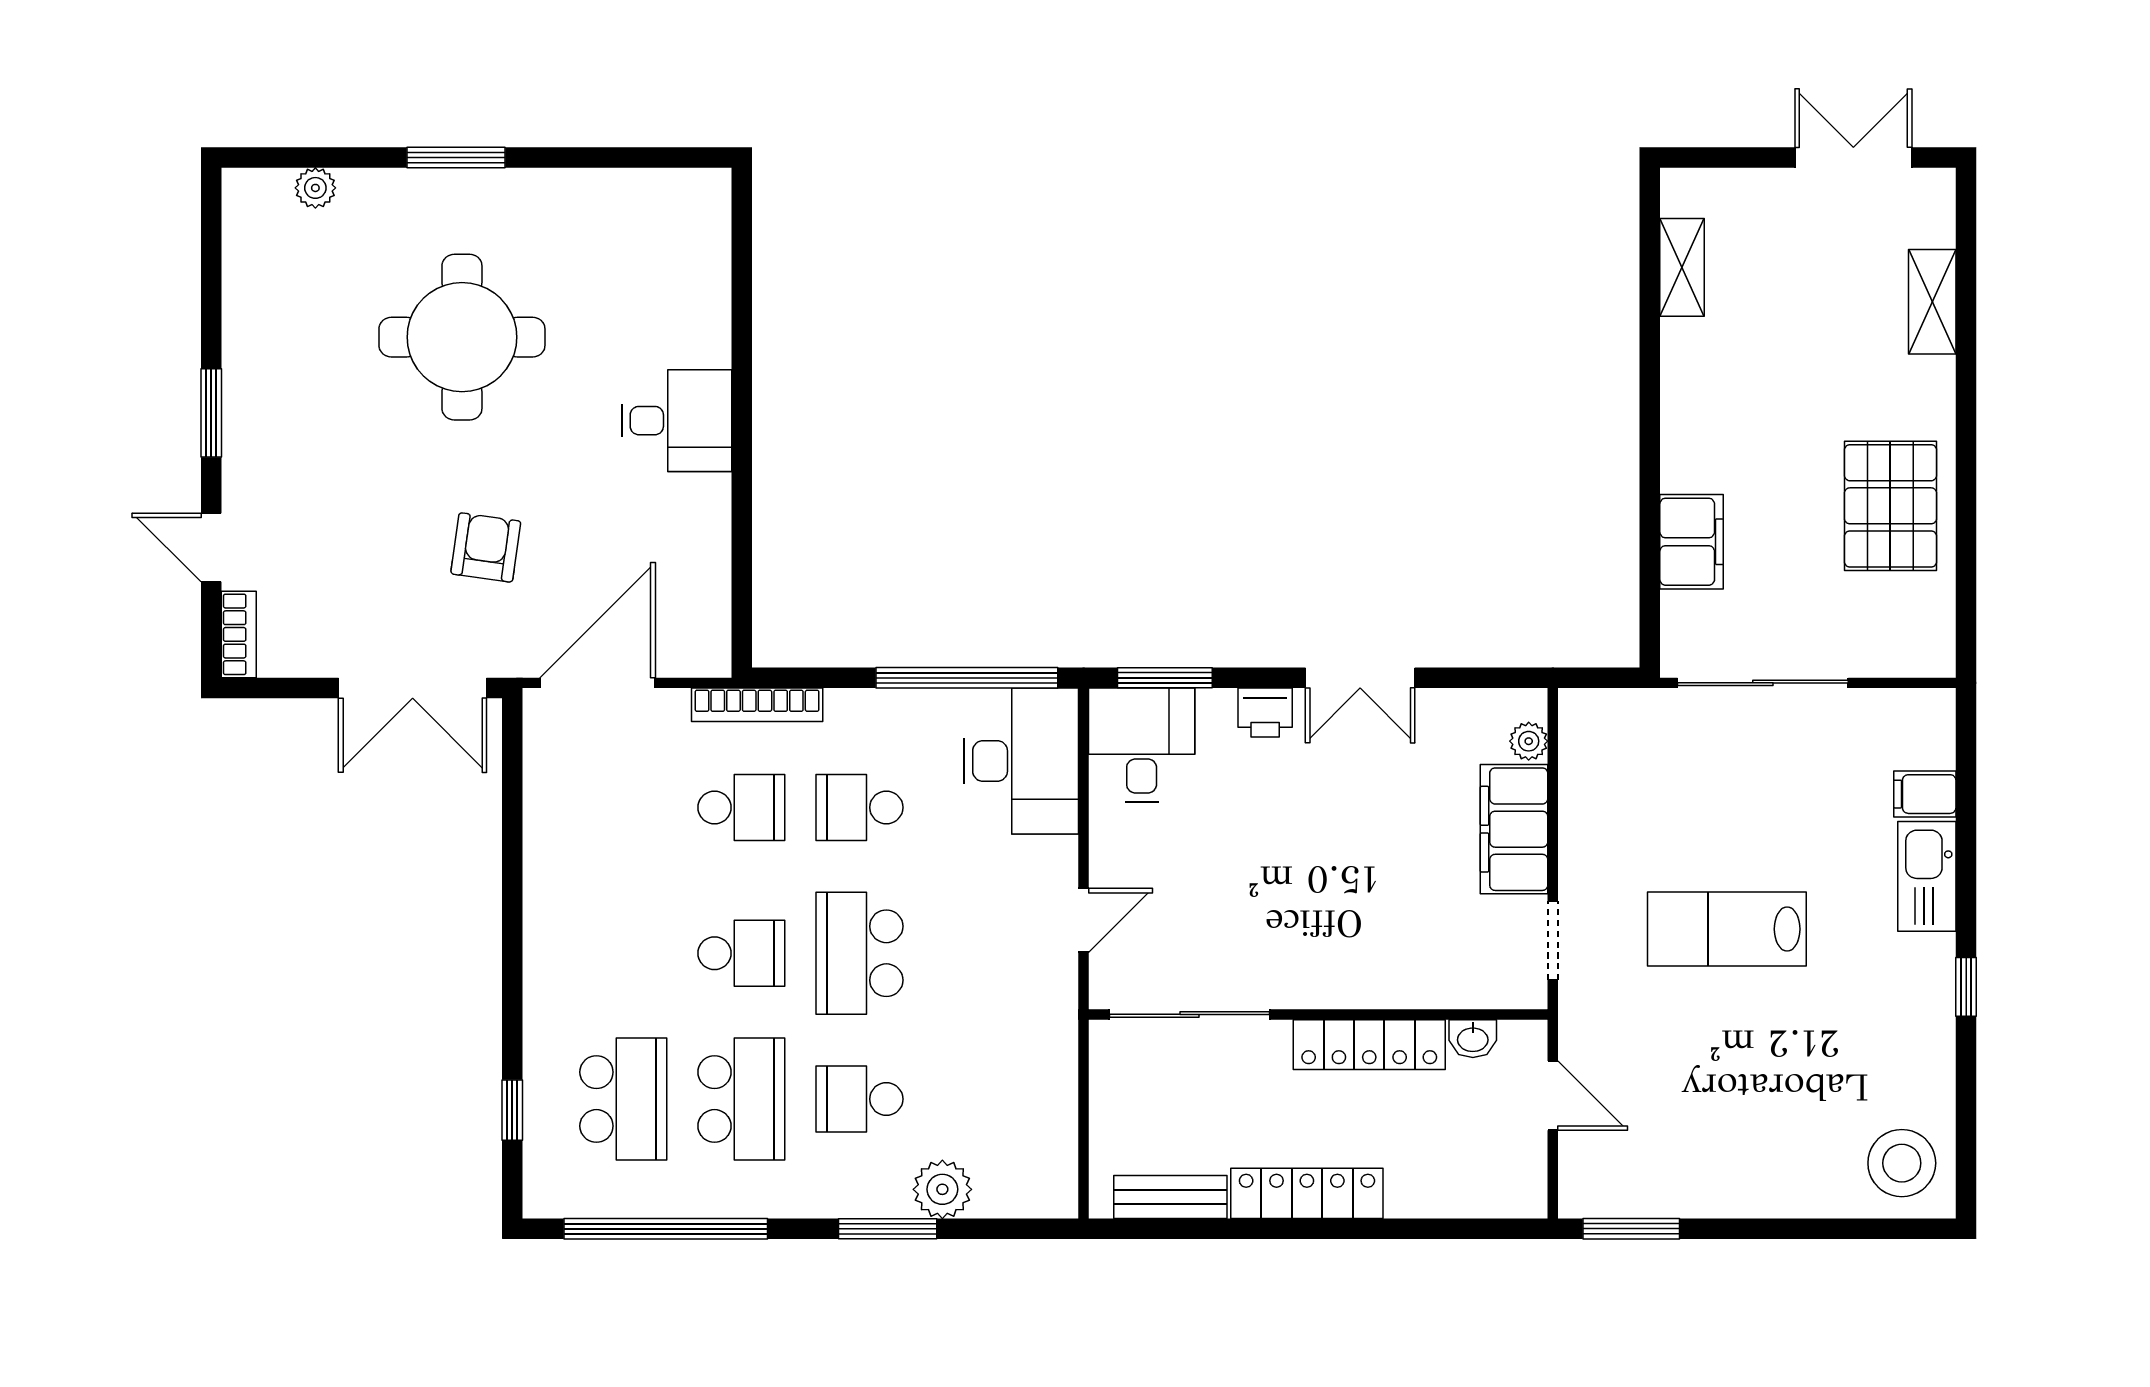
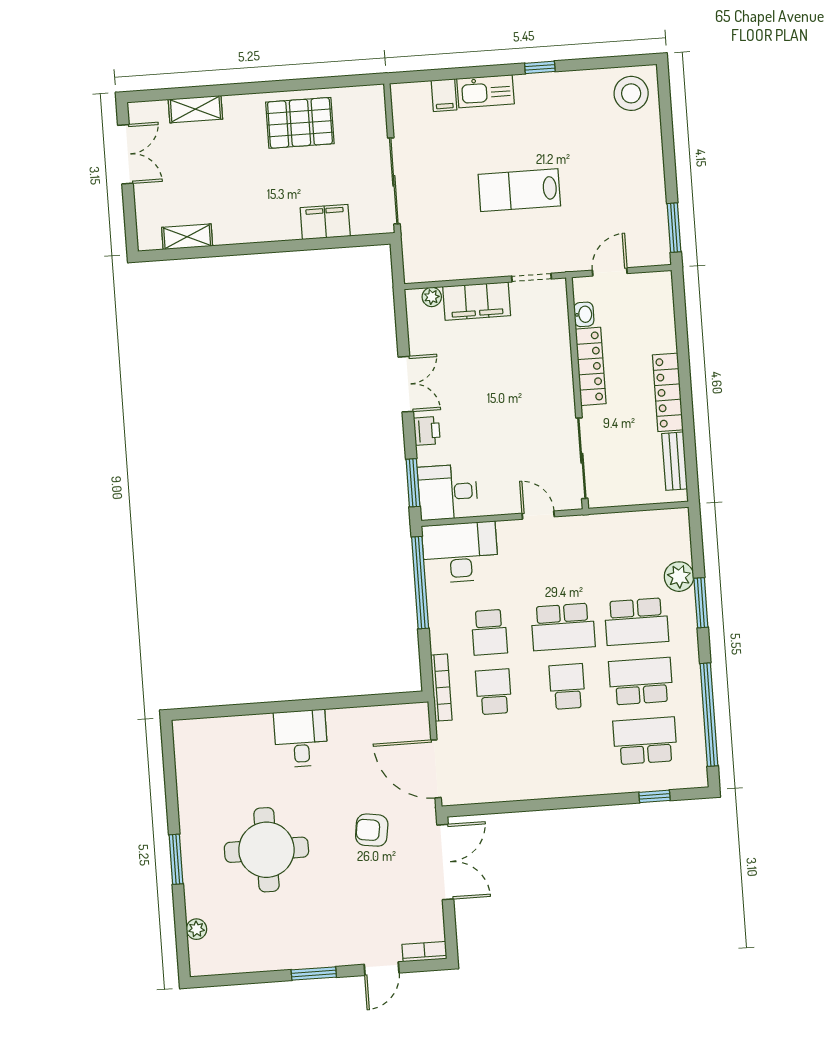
double door: (1853, 157) -> (125, 154), swing flipped
lab bench: (1727, 929) -> (519, 190), turned 90
school desk: (859, 1099) -> (636, 622), width x1.85

